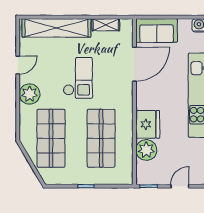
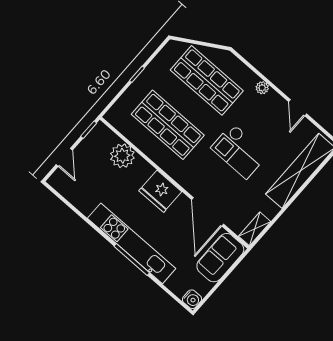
shelving: (106, 25) -> (255, 229), moved
plant: (30, 94) -> (262, 88), width x0.53, depth x0.53
fridge: (148, 124) -> (160, 191), moved

